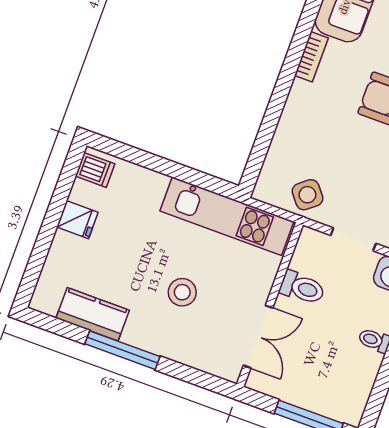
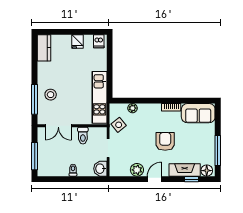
plant: (280, 148) -> (133, 108), added
stool: (182, 292) -> (51, 95), moved
kitchen counter: (93, 314) -> (44, 48), moved
window: (122, 350) -> (35, 99), moved

